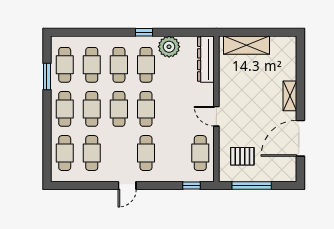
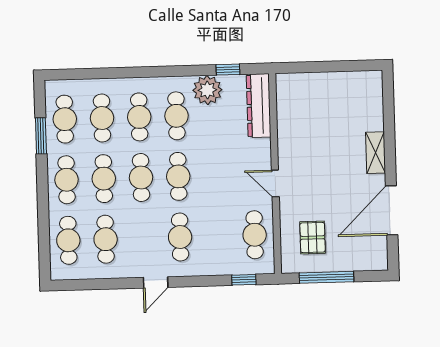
window: (144, 32) -> (228, 70), moved
shelving: (246, 45) -> (314, 85), removed
pallet: (242, 156) -> (313, 238), turned 90

